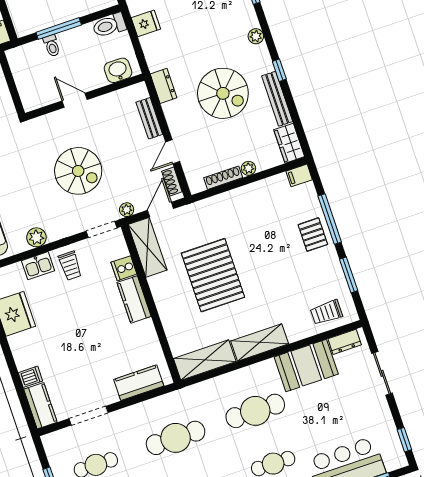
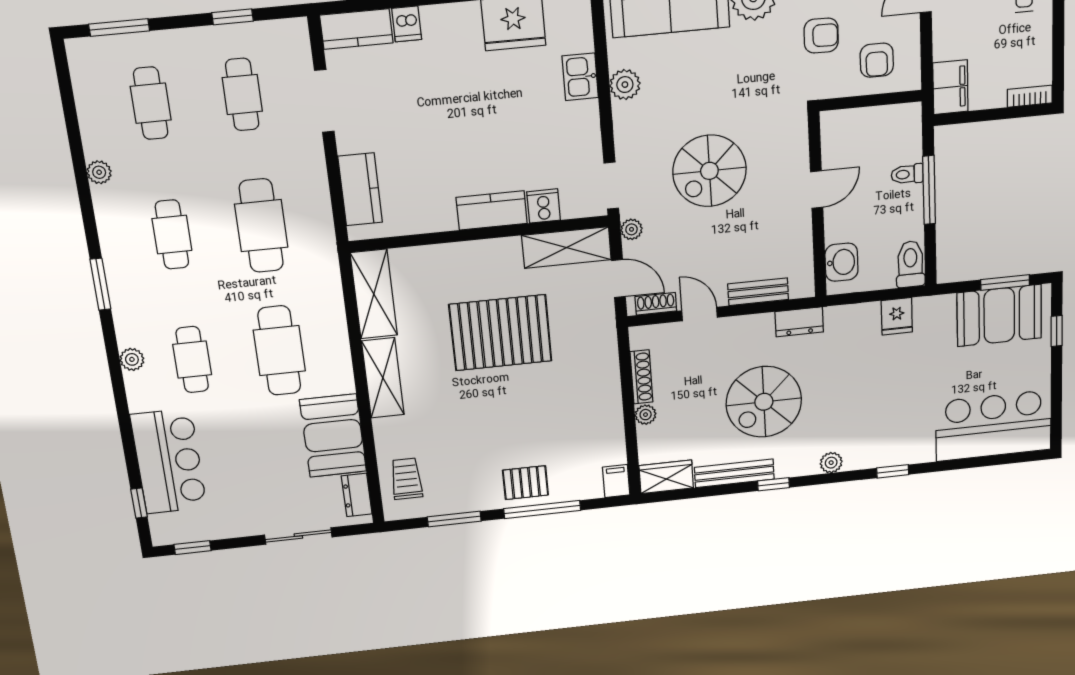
trolley: (70, 266) -> (568, 126), removed

